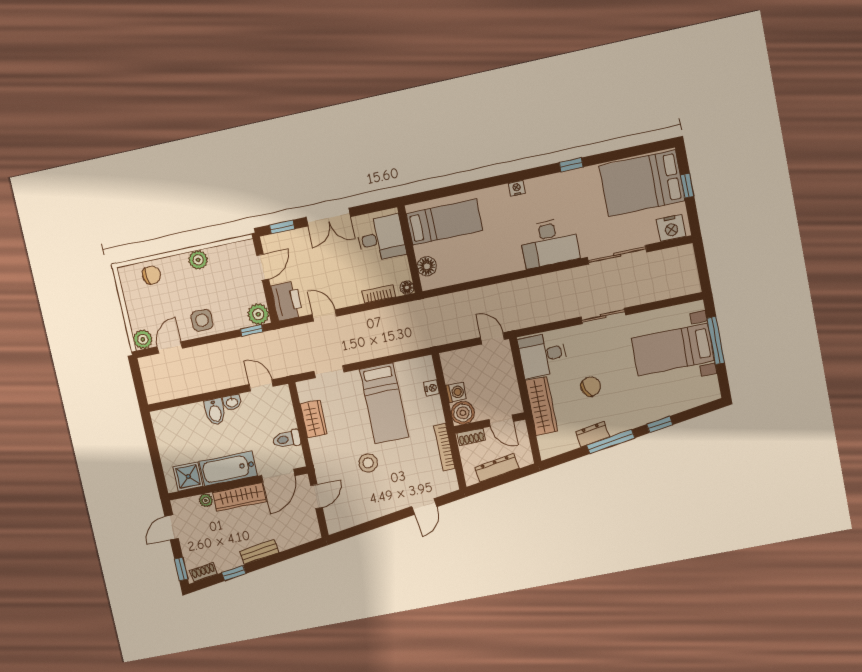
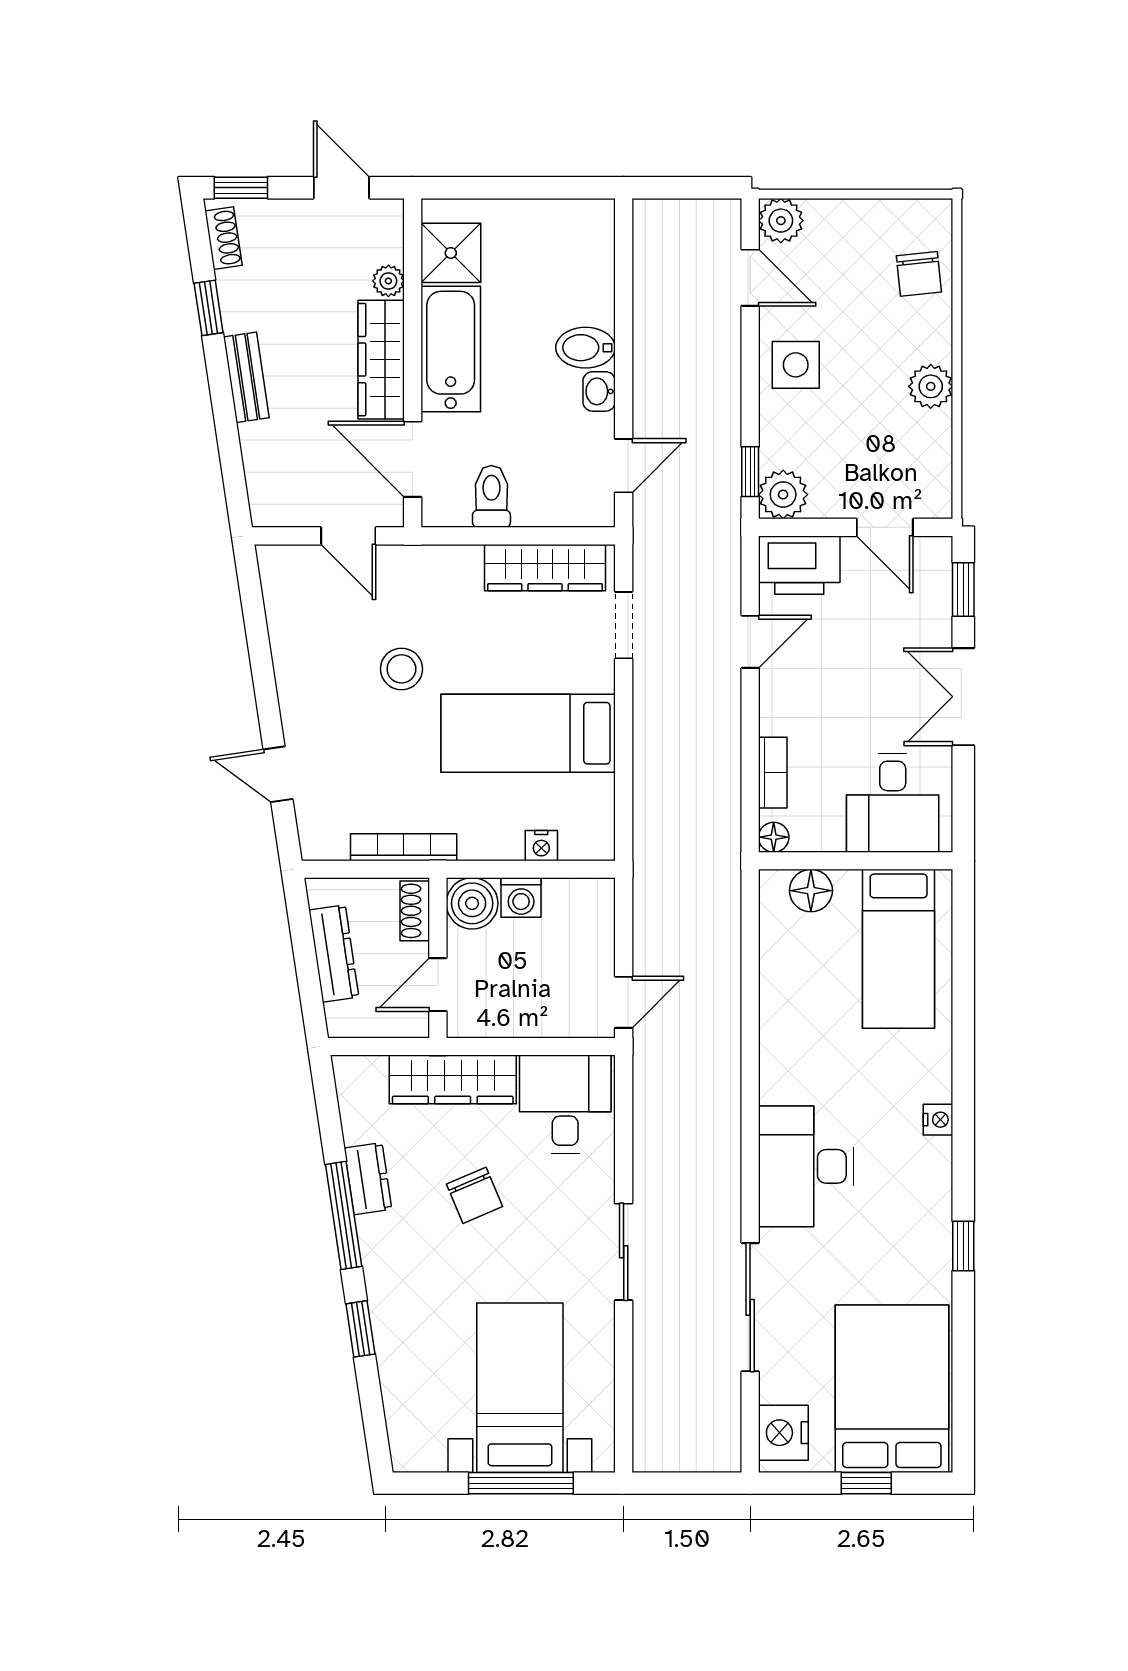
wardrobe: (314, 419) -> (545, 568), width x1.50

